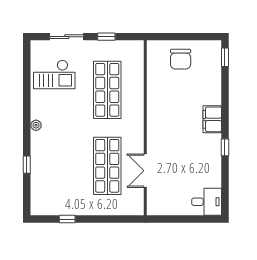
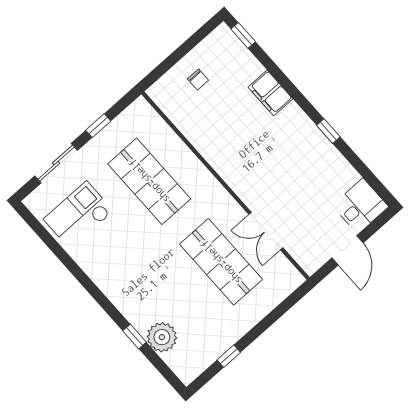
chair: (181, 59) -> (198, 79), width x0.54, depth x0.54
checkout: (54, 74) -> (78, 215), turned 180
filing cabinet: (212, 119) -> (270, 93), moved
plant: (36, 125) -> (162, 337), moved, width x1.88, depth x1.88
door: (179, 219) -> (347, 250), added

